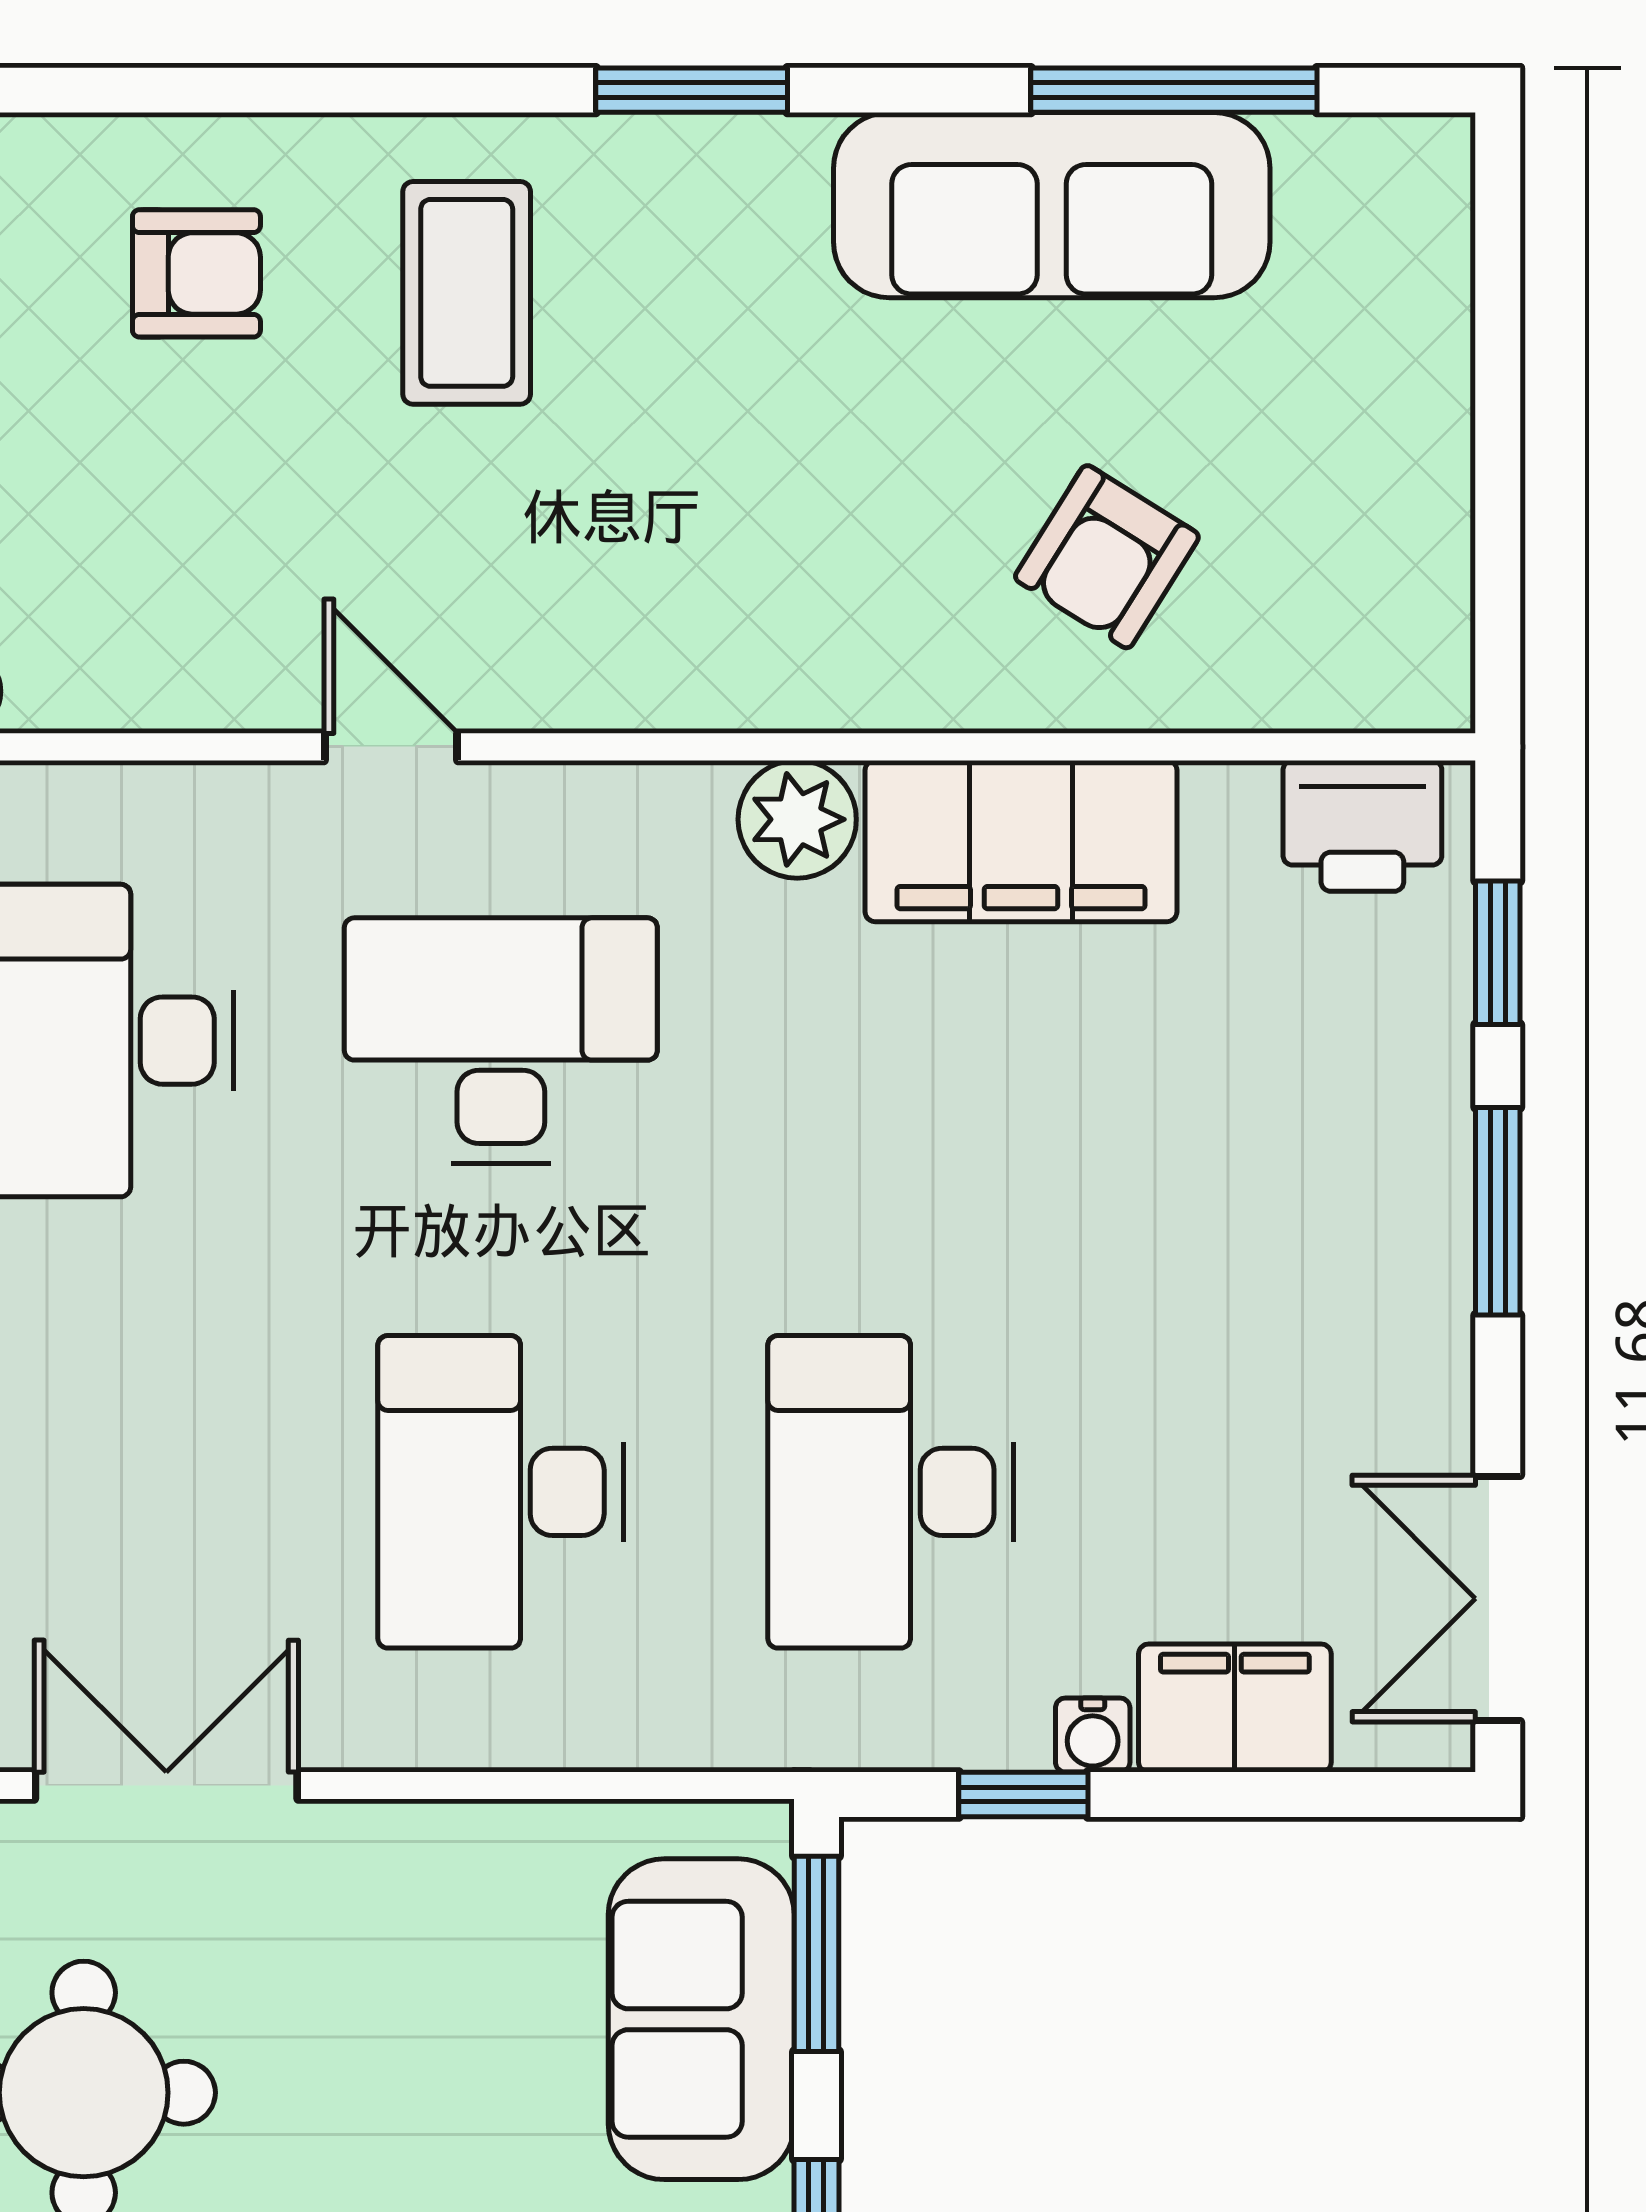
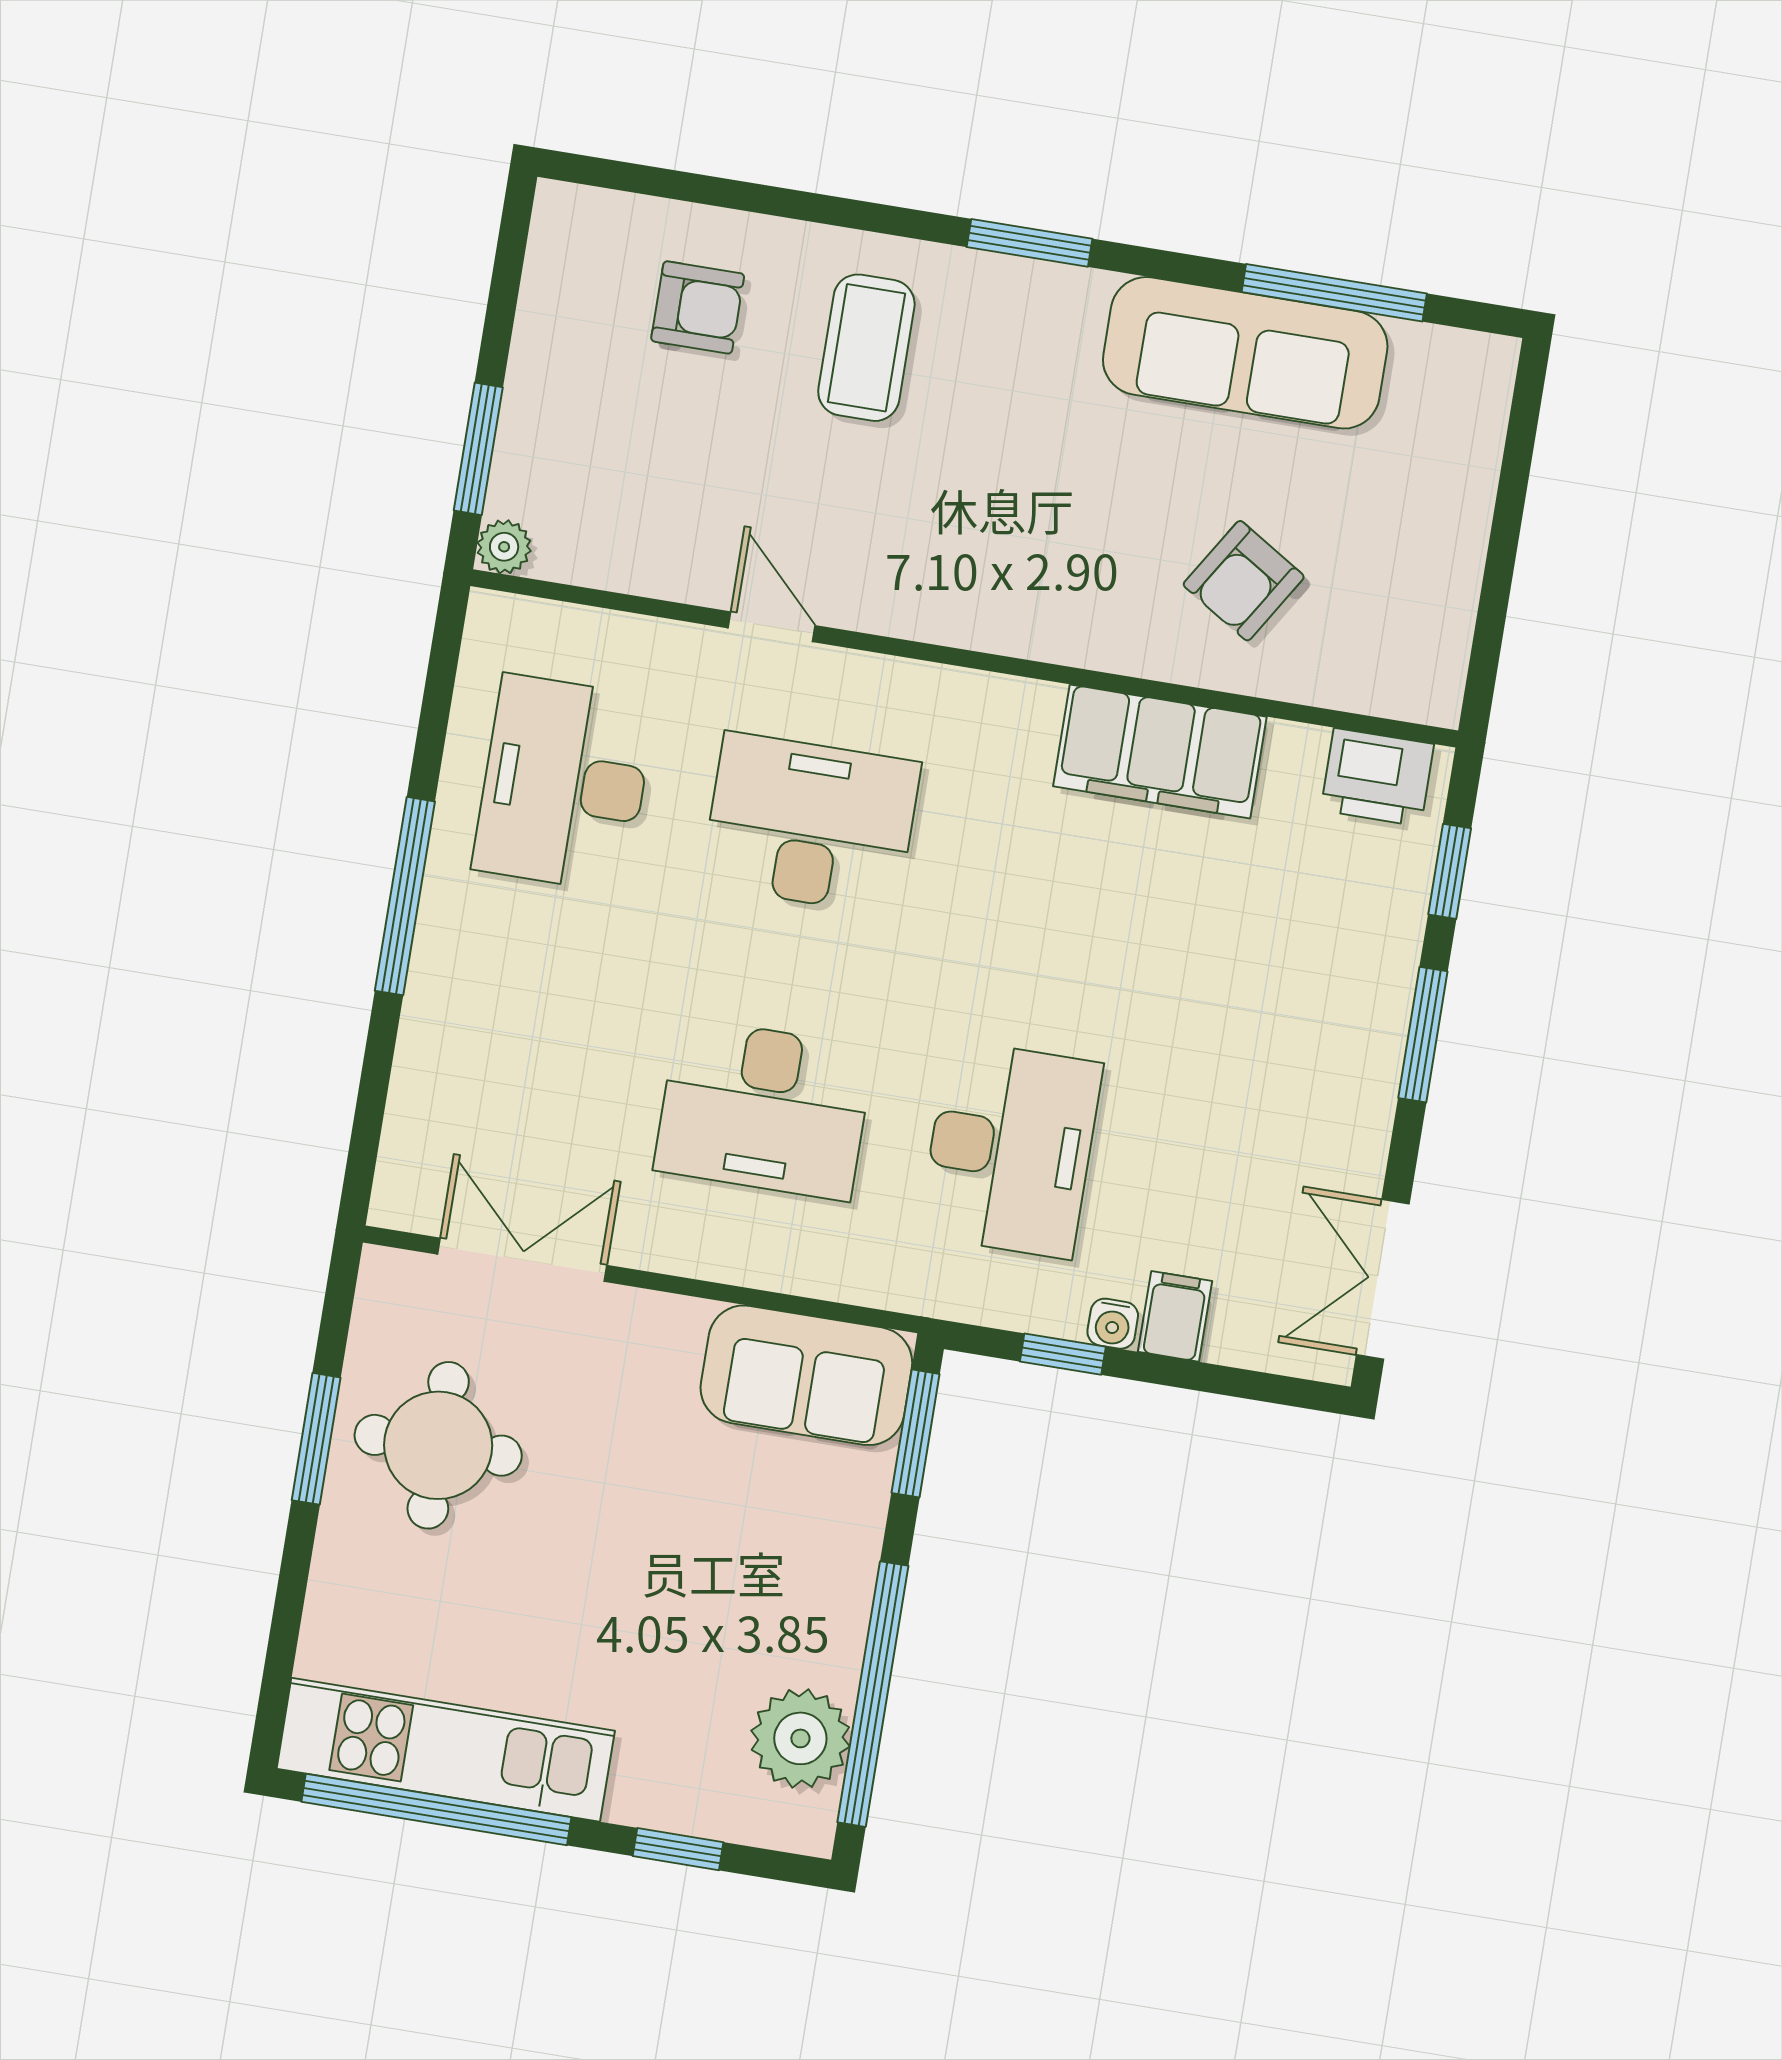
plant: (797, 819) -> (1021, 715), removed
desk: (501, 1492) -> (764, 1109), turned -90
desk: (891, 1492) -> (1010, 1149), turned 180
filing cabinet: (1235, 1708) -> (1175, 1316), width x0.50
sofa: (701, 2019) -> (806, 1375), moved, turned -90

